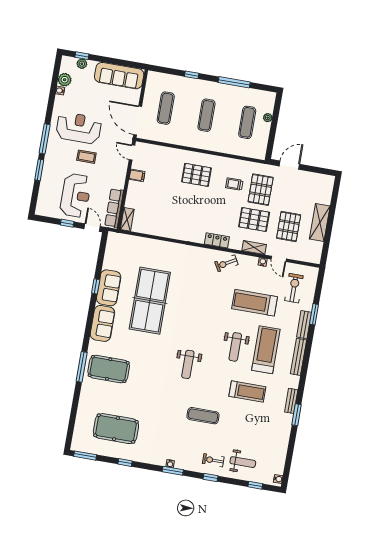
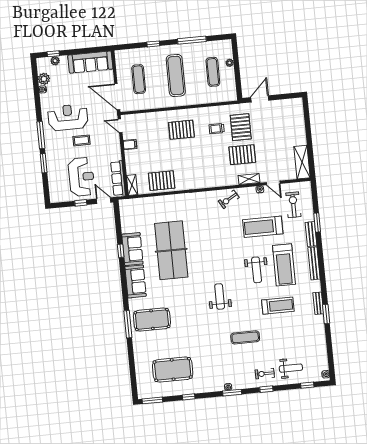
exercise mat: (206, 115) -> (176, 75), width x1.36, depth x1.45
shelving: (320, 222) -> (302, 162), moved
pallet: (289, 227) -> (162, 181), moved, turned 90
locker: (217, 240) -> (215, 182), removed
treadmill: (266, 350) -> (284, 265), turned 180
weight bench: (188, 364) -> (220, 296), turned 180

